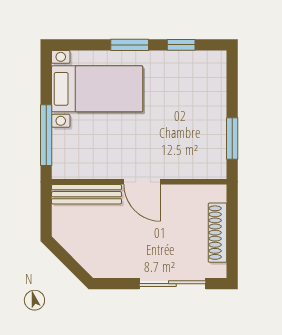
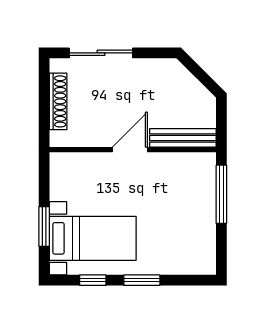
bed with nightstands: (97, 89) -> (93, 238), moved, turned 180
window: (232, 138) -> (44, 226), moved
door: (142, 182) -> (130, 150), hinge flipped

